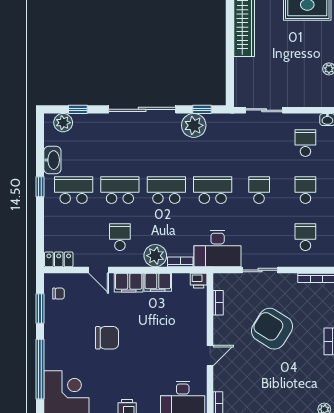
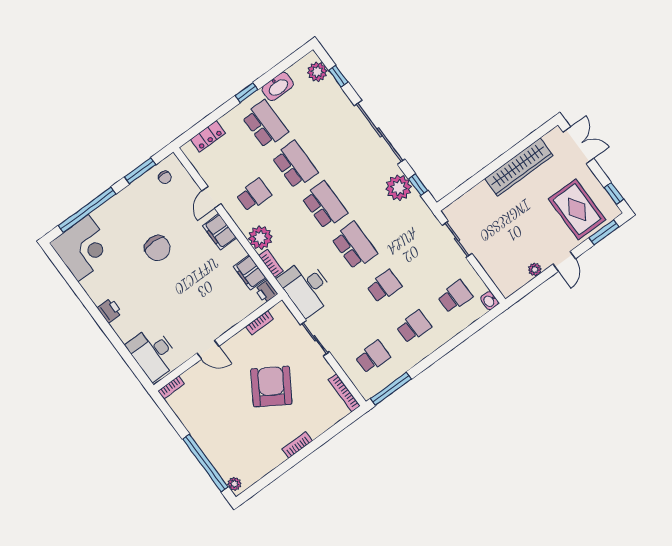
locker: (59, 259) -> (208, 136), moved, turned 90
filing cabinet: (158, 282) -> (250, 272), moved

